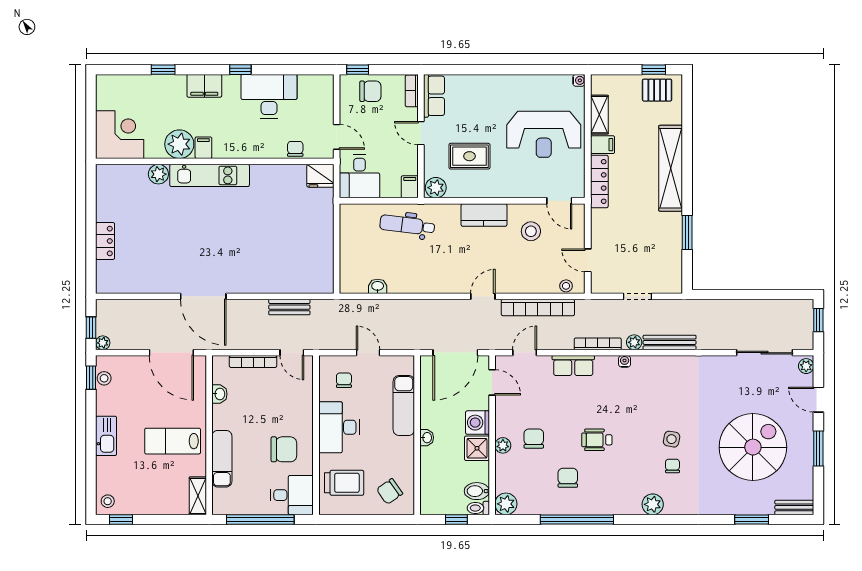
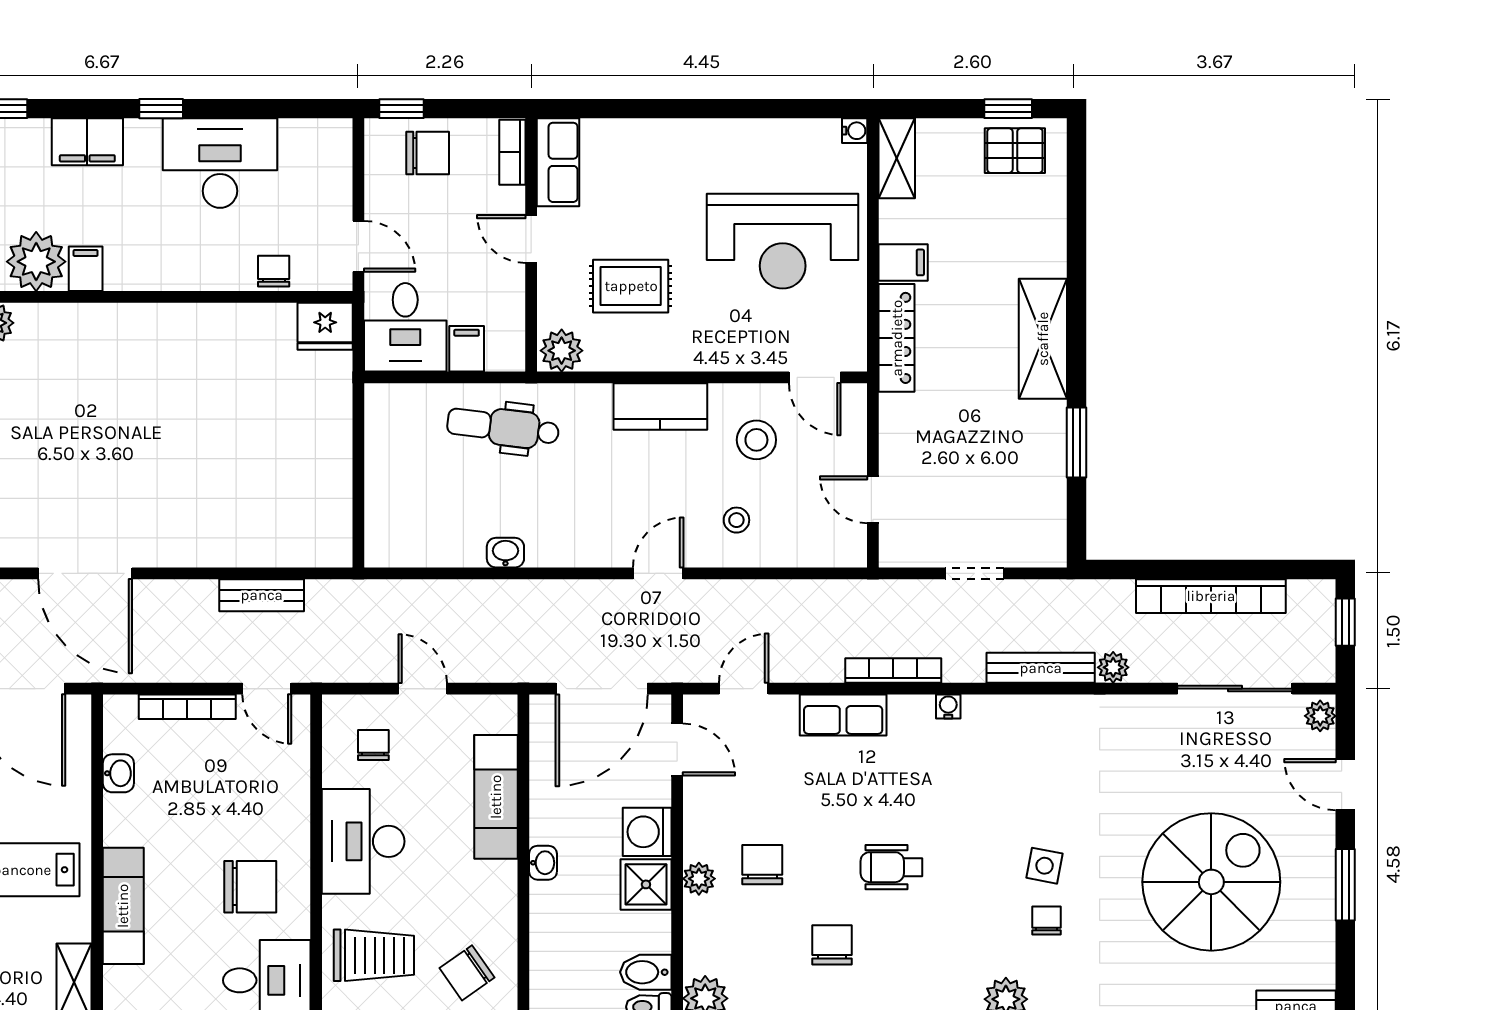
shelving: (599, 115) -> (897, 158), moved
shelving: (671, 168) -> (1043, 339), width x0.68
kitchen unit: (210, 175) -> (98, 326), removed
filing cabinet: (410, 187) -> (467, 349), moved
washbasin: (378, 286) -> (505, 553), moved
stool: (566, 286) -> (736, 520), moved
bookcase: (538, 308) -> (1211, 596), moved
plant: (634, 342) -> (1113, 667), moved

